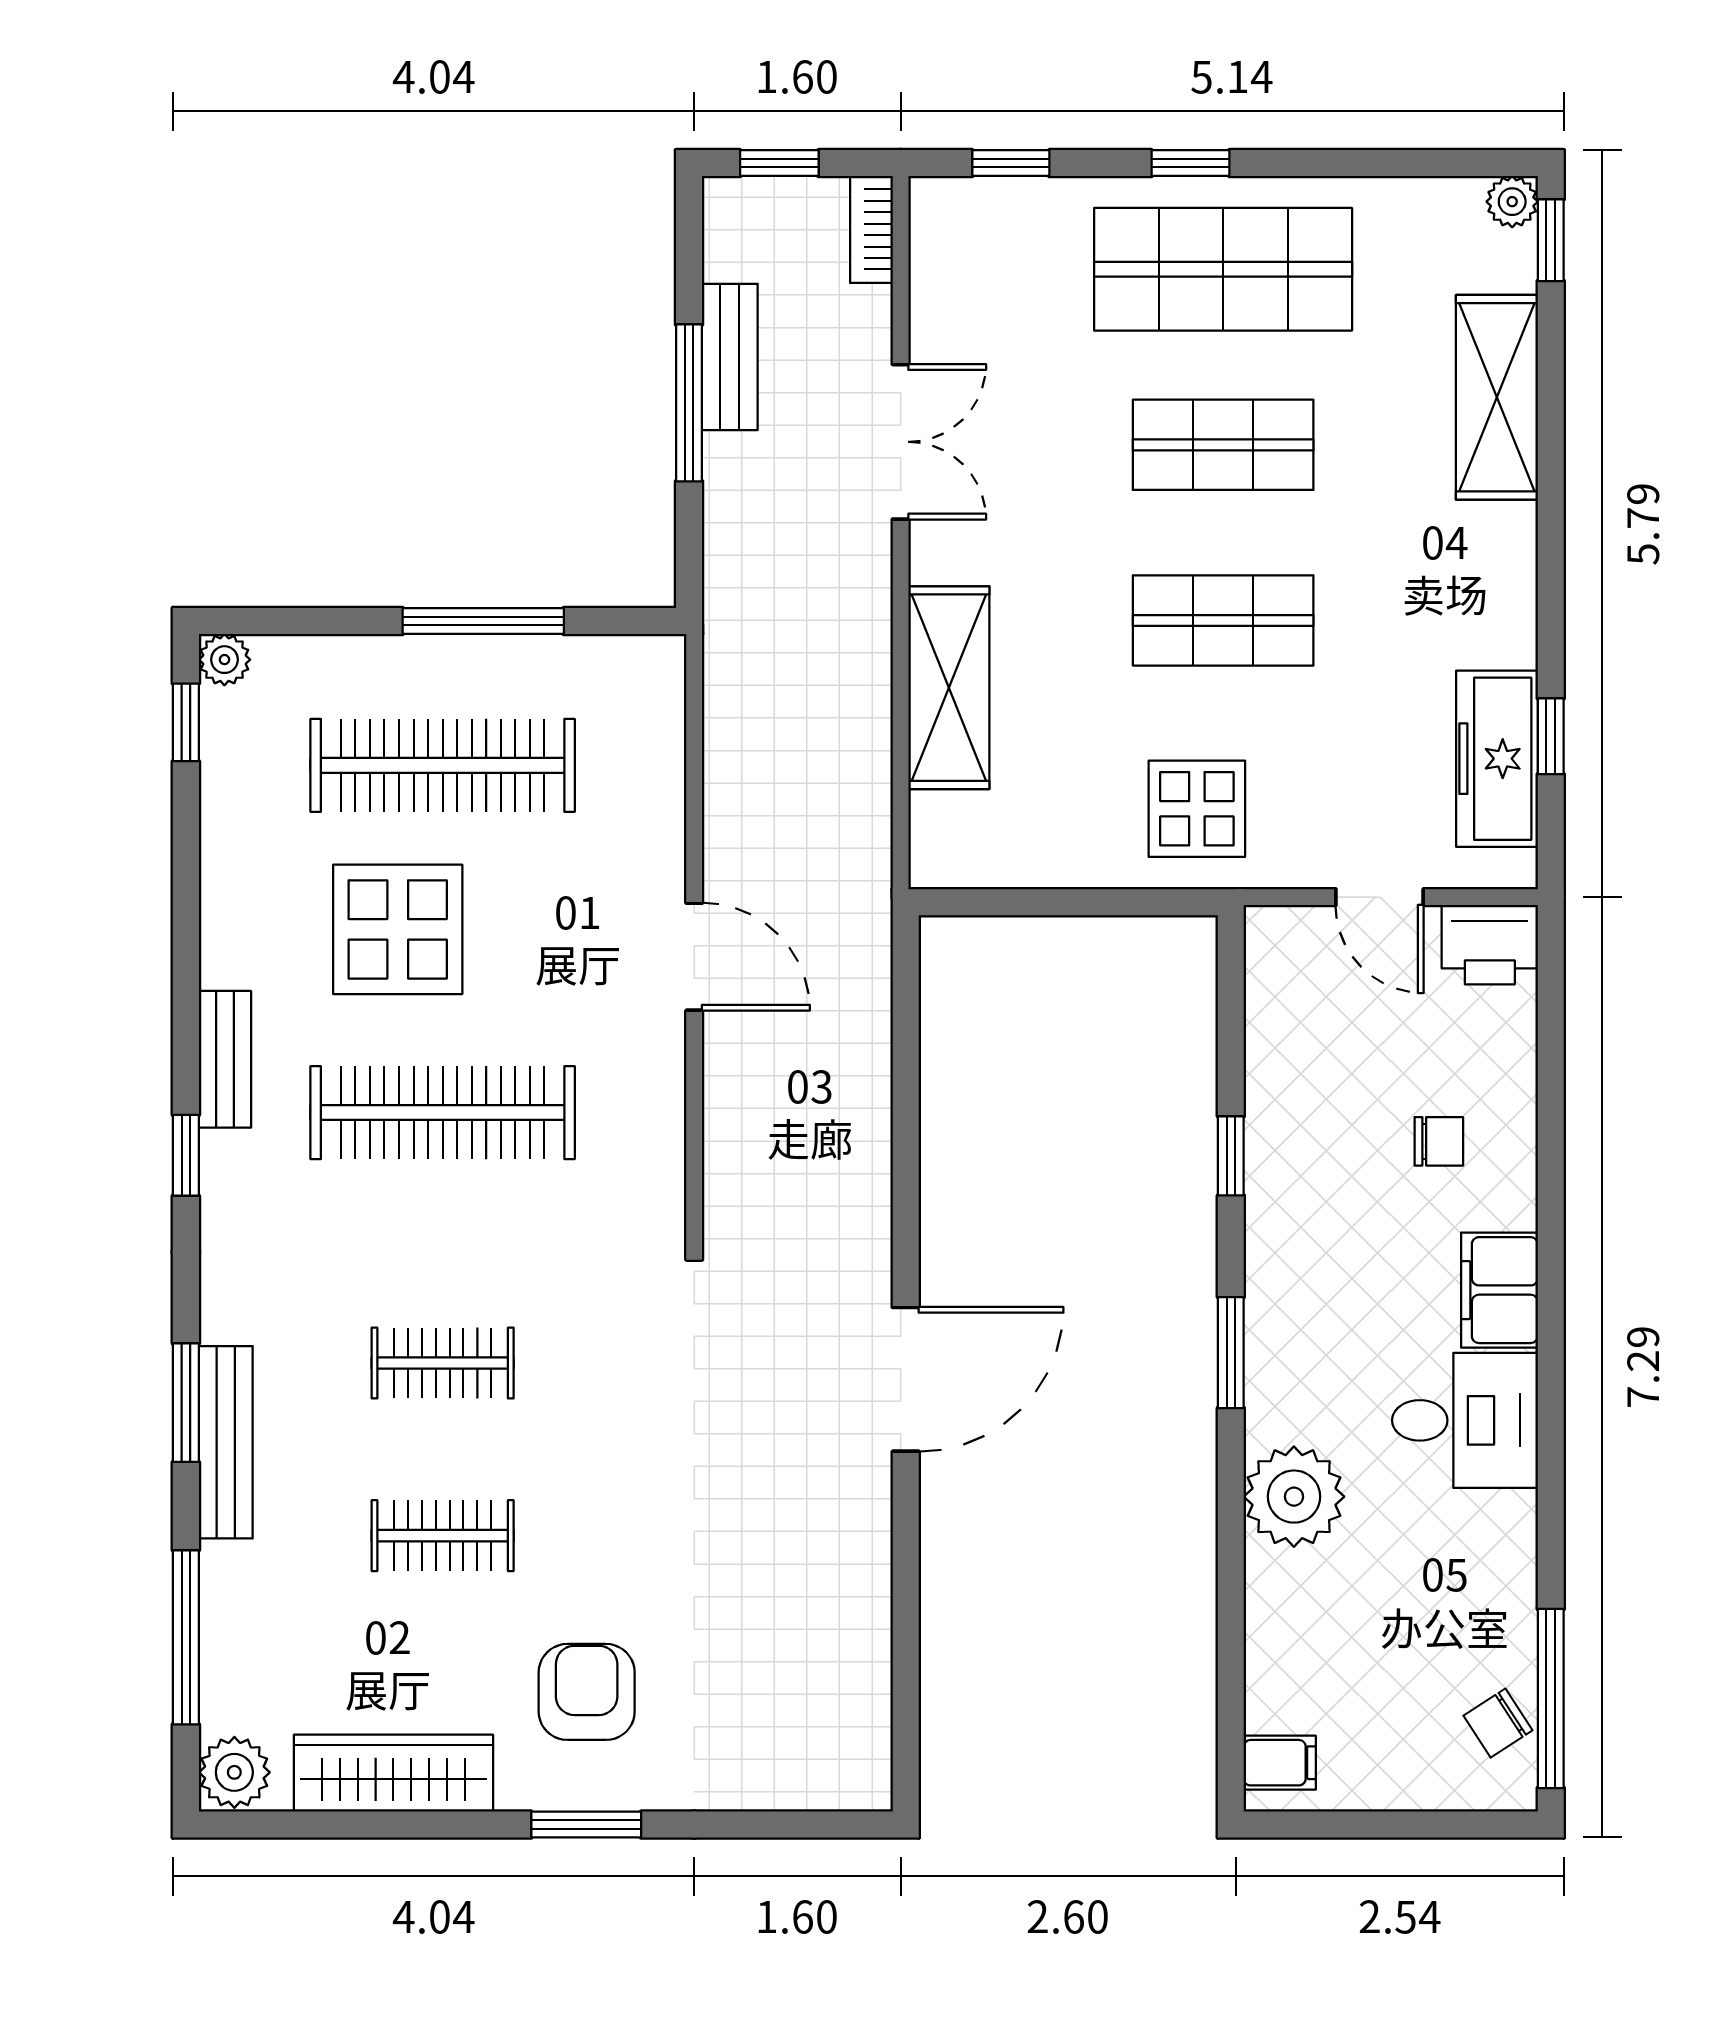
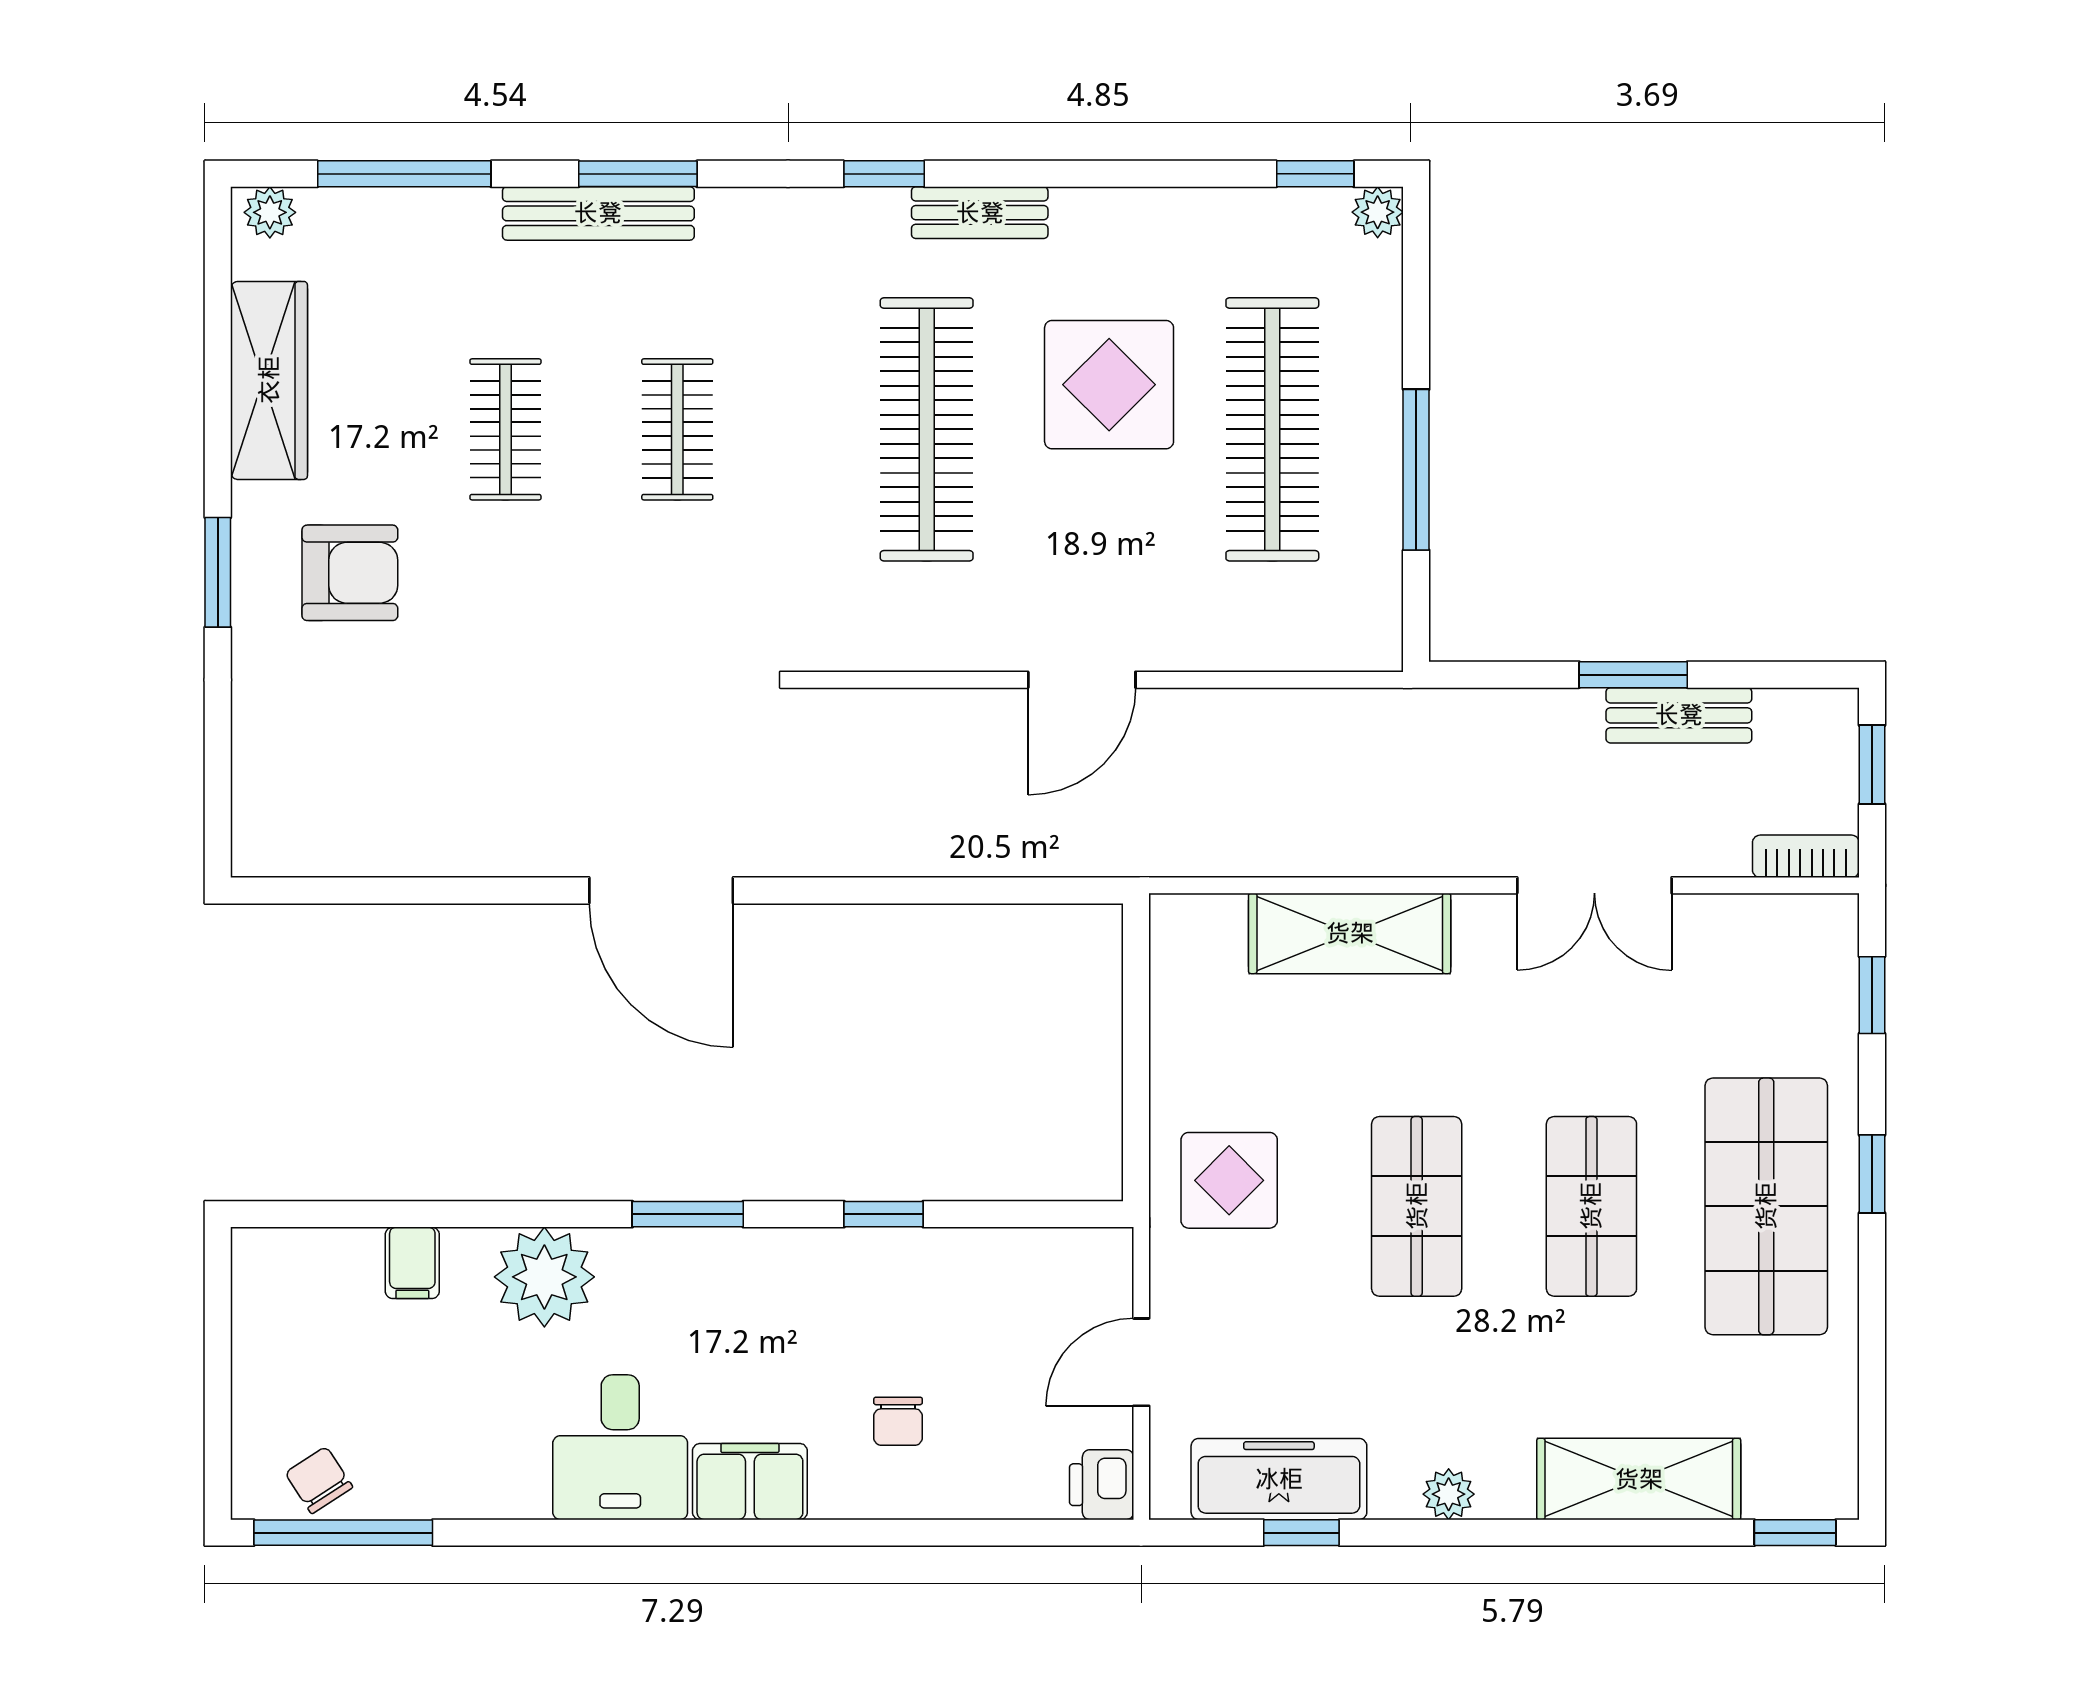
plant: (1512, 202) -> (1449, 1494), moved
window: (689, 403) -> (1633, 675), width x0.69
printer: (1490, 945) -> (1102, 1485), width x0.73, depth x0.81
filing cabinet: (1280, 1763) -> (412, 1263), moved
plant: (234, 1772) -> (270, 212), width x0.73, depth x0.73

